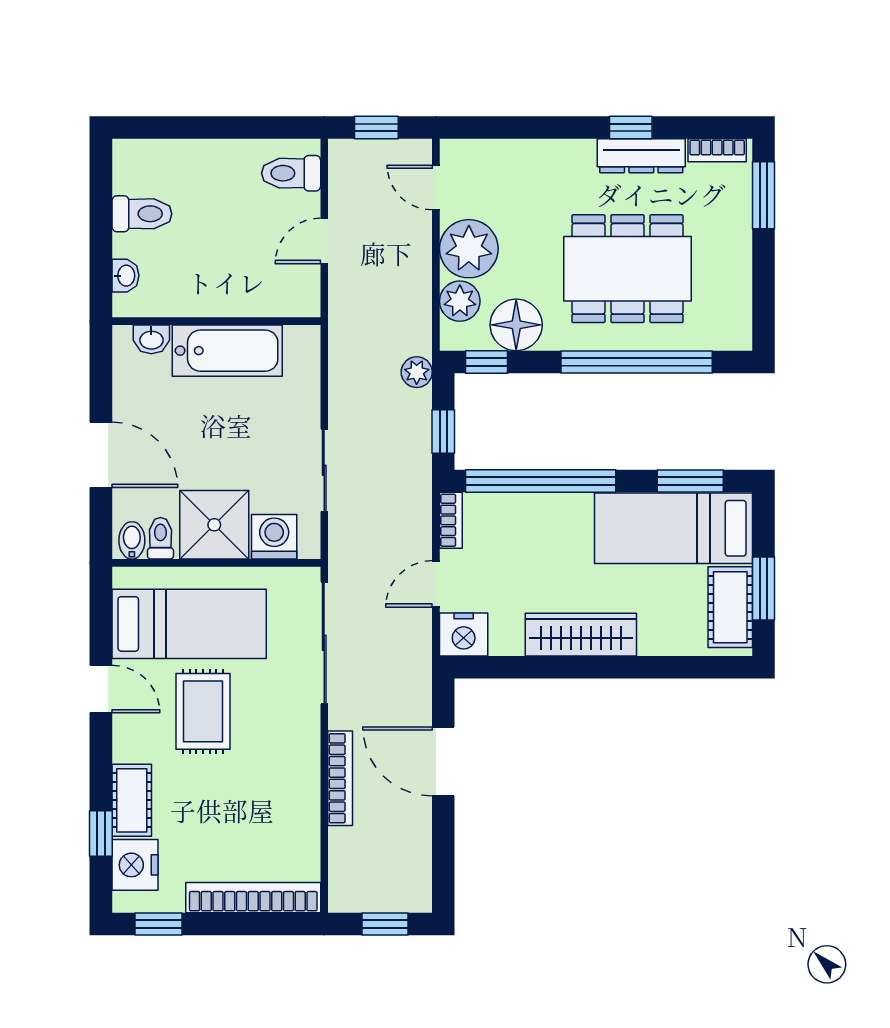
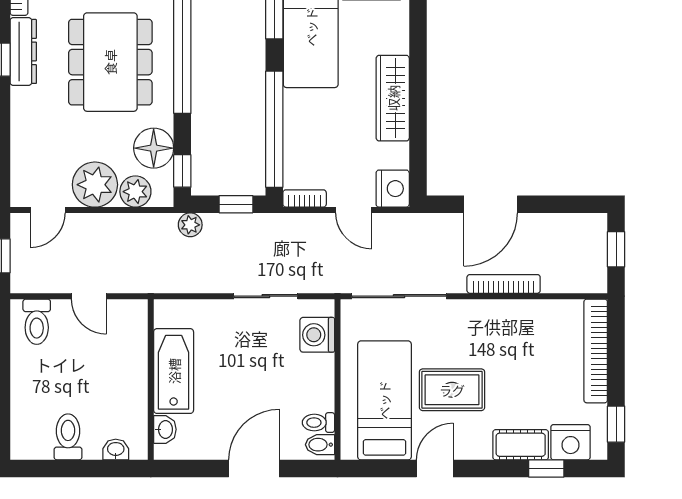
shower: (214, 525) -> (308, 381), removed

